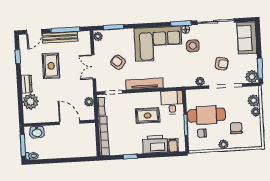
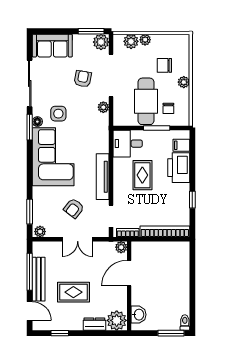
wall: (59, 123) -> (129, 286), moved
door: (70, 123) -> (129, 273), moved
washbasin: (37, 132) -> (139, 315), moved

